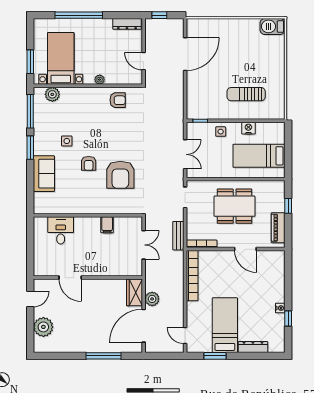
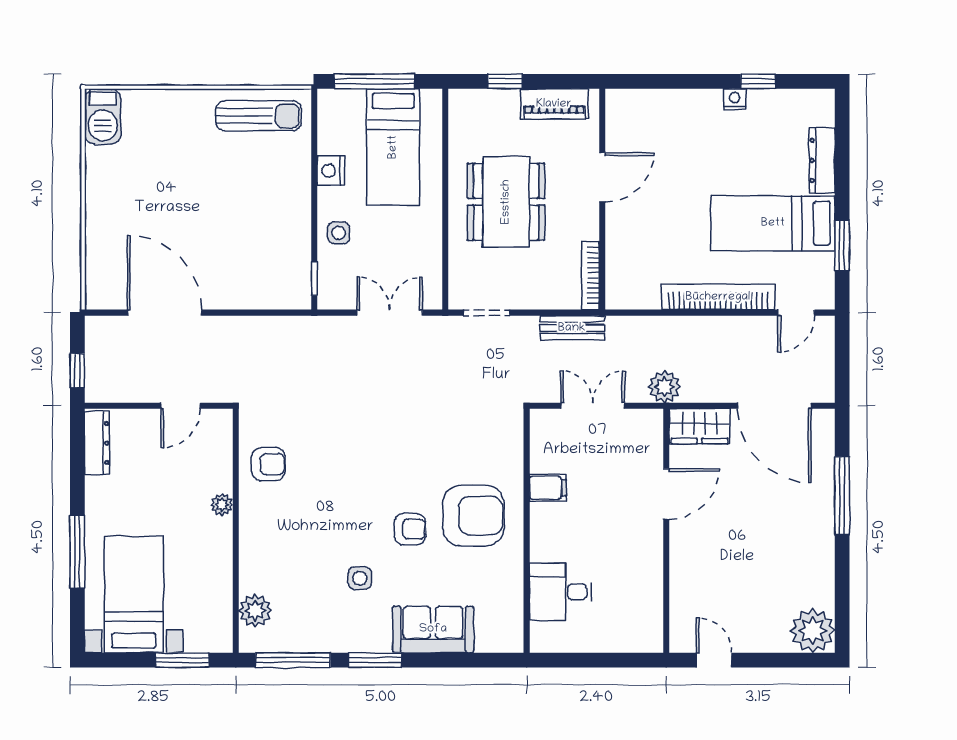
window: (79, 15) -> (77, 551), width x0.68
bed with nightstands: (61, 58) -> (134, 595), moved, turned 90
sun lounger: (246, 94) -> (259, 116), moved, turned -90
armchair: (118, 100) -> (268, 464), turned 90
window: (288, 148) -> (374, 81), added
armchair: (120, 175) -> (473, 516), moved
bookcase: (192, 276) -> (718, 297), moved
door: (70, 278) -> (666, 494), moved
plant: (152, 299) -> (664, 387), moved
plant: (43, 327) -> (813, 631), moved

